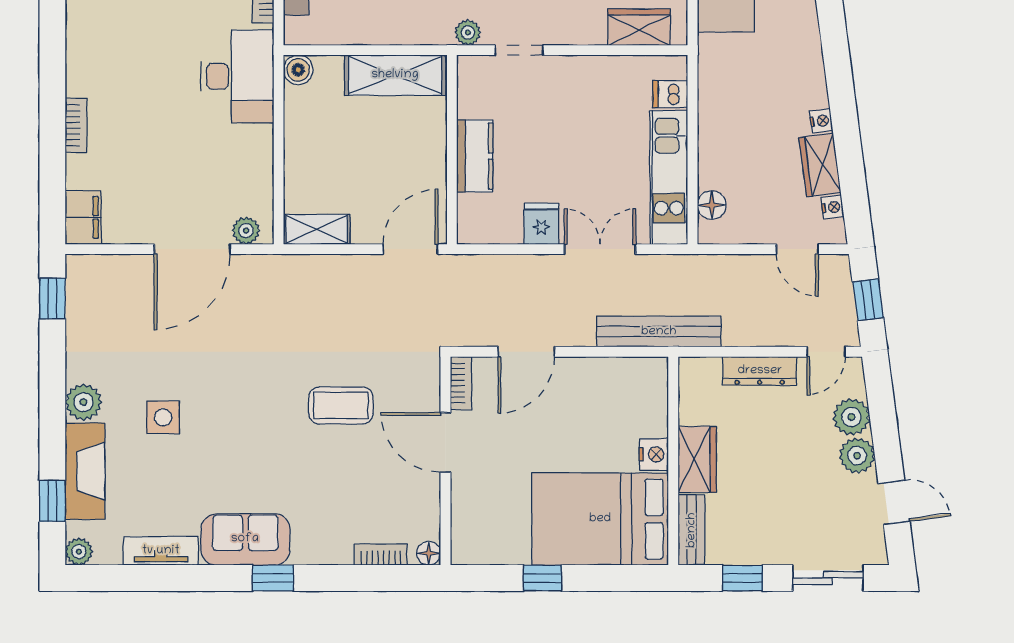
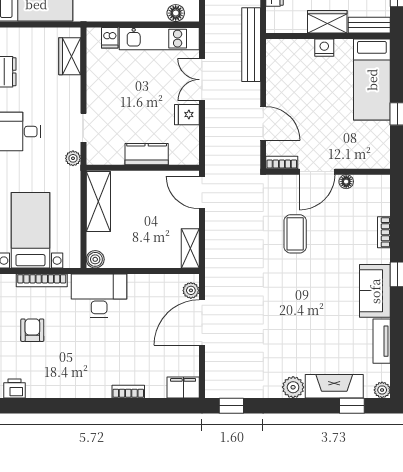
door: (192, 249) -> (202, 323), swing flipped
side table: (163, 417) -> (302, 340), removed
bed: (600, 519) -> (372, 80), width x0.67
floor lamp: (429, 553) -> (346, 182), moved
bookcase: (381, 555) -> (384, 232), moved

